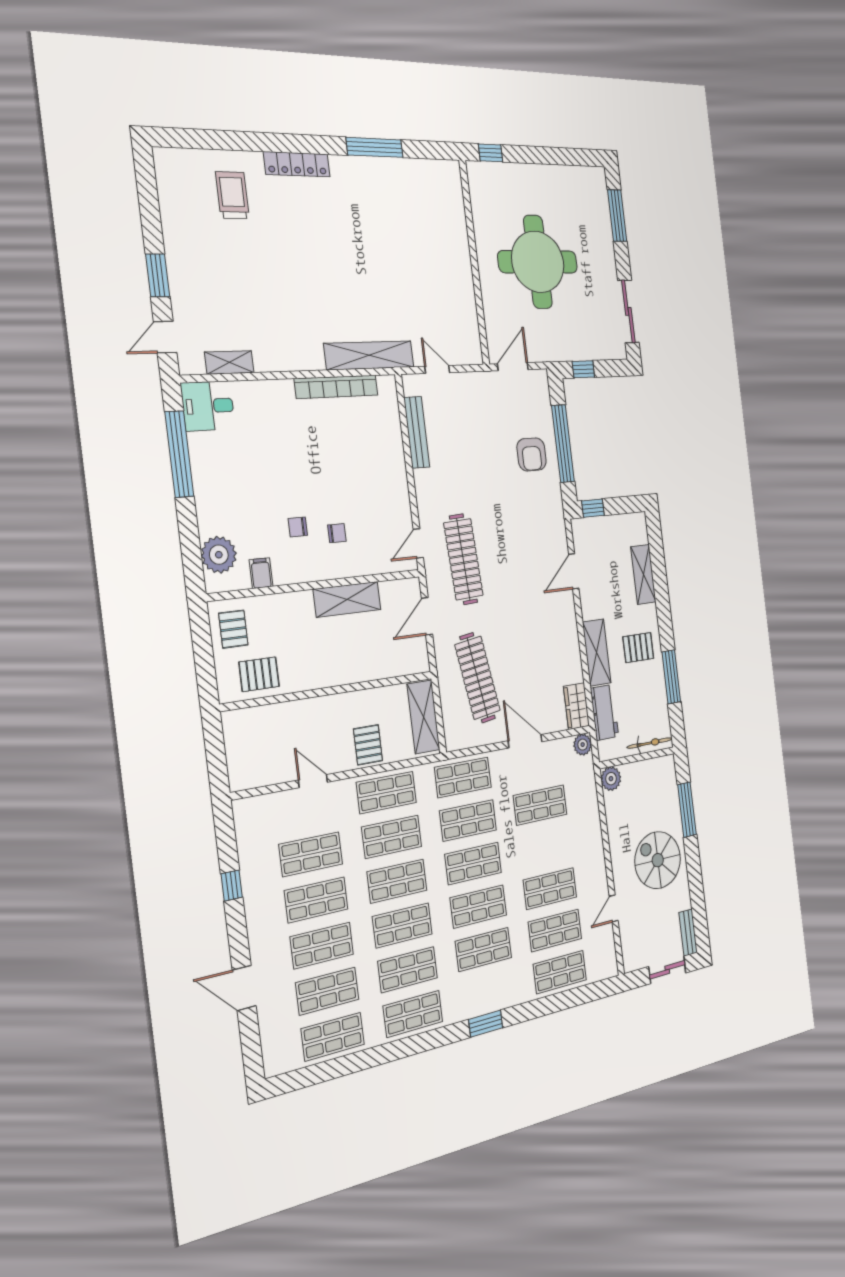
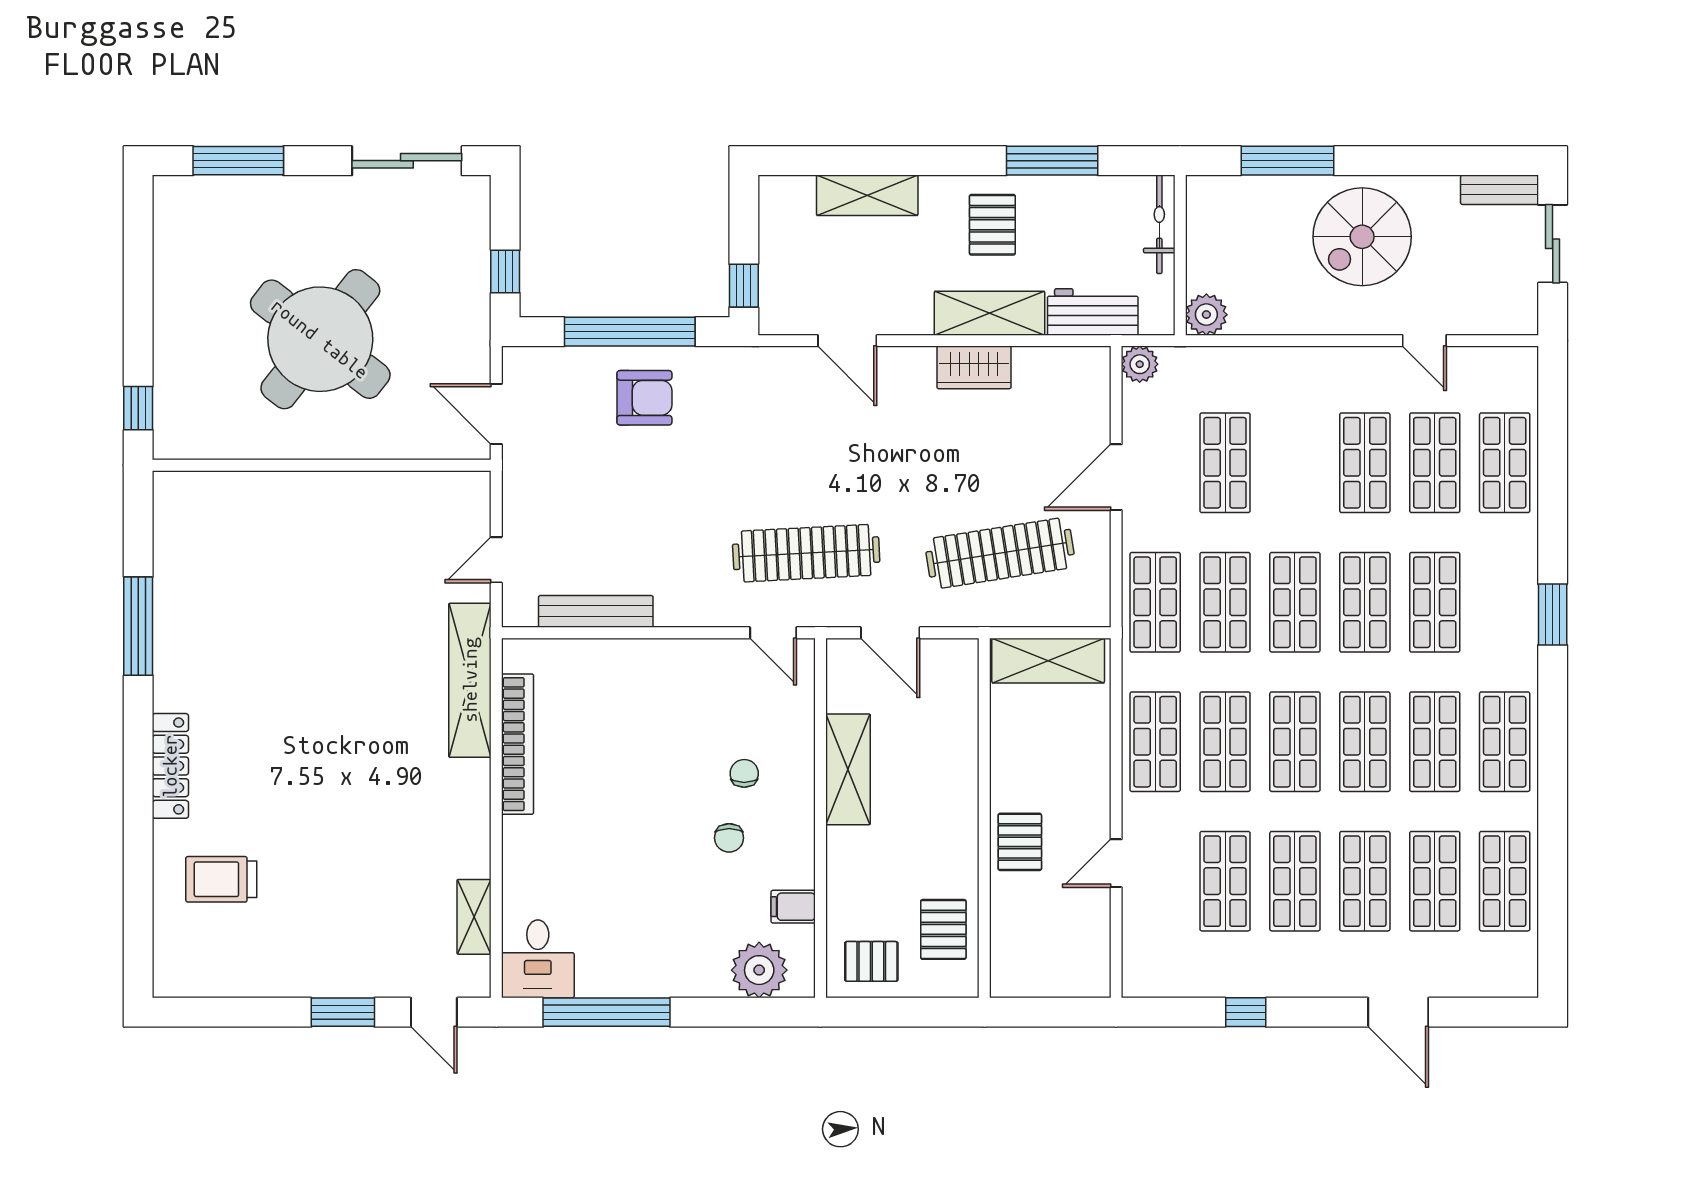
round table: (538, 262) -> (320, 339), turned 38
wardrobe: (576, 706) -> (974, 367), moved
pallet: (368, 745) -> (1020, 842), moved, turned 90
door: (244, 988) -> (1398, 1012), hinge flipped

